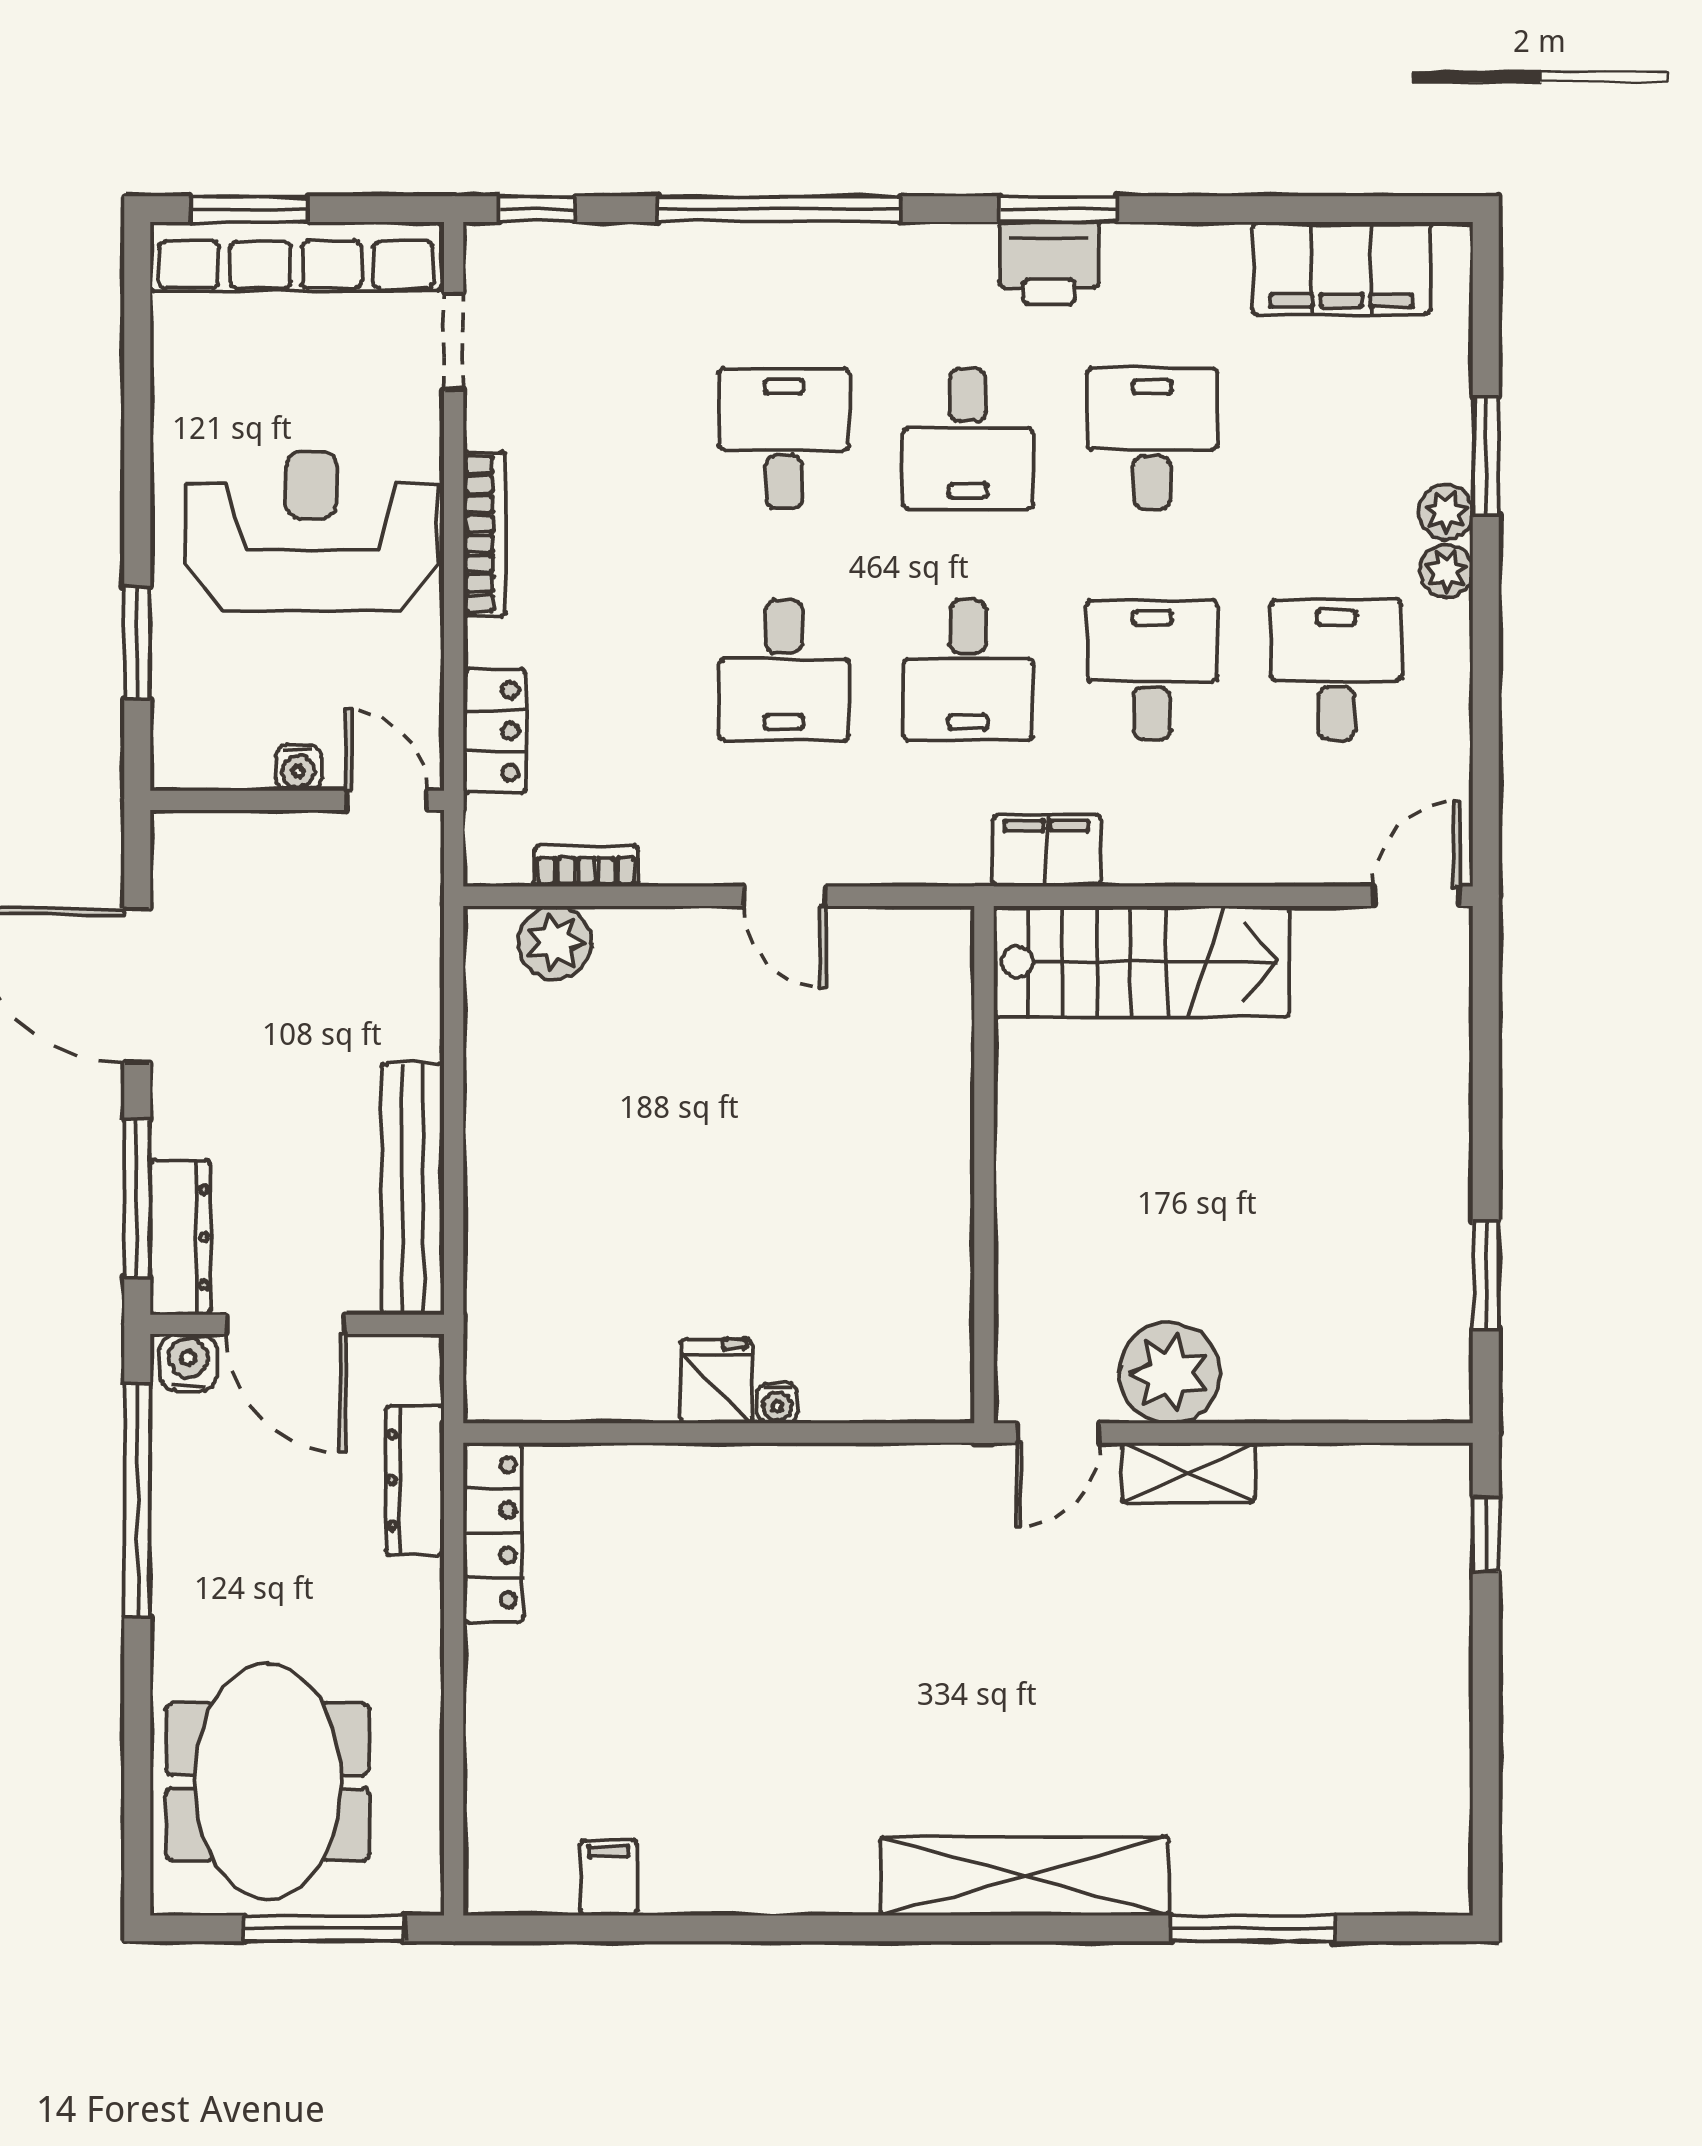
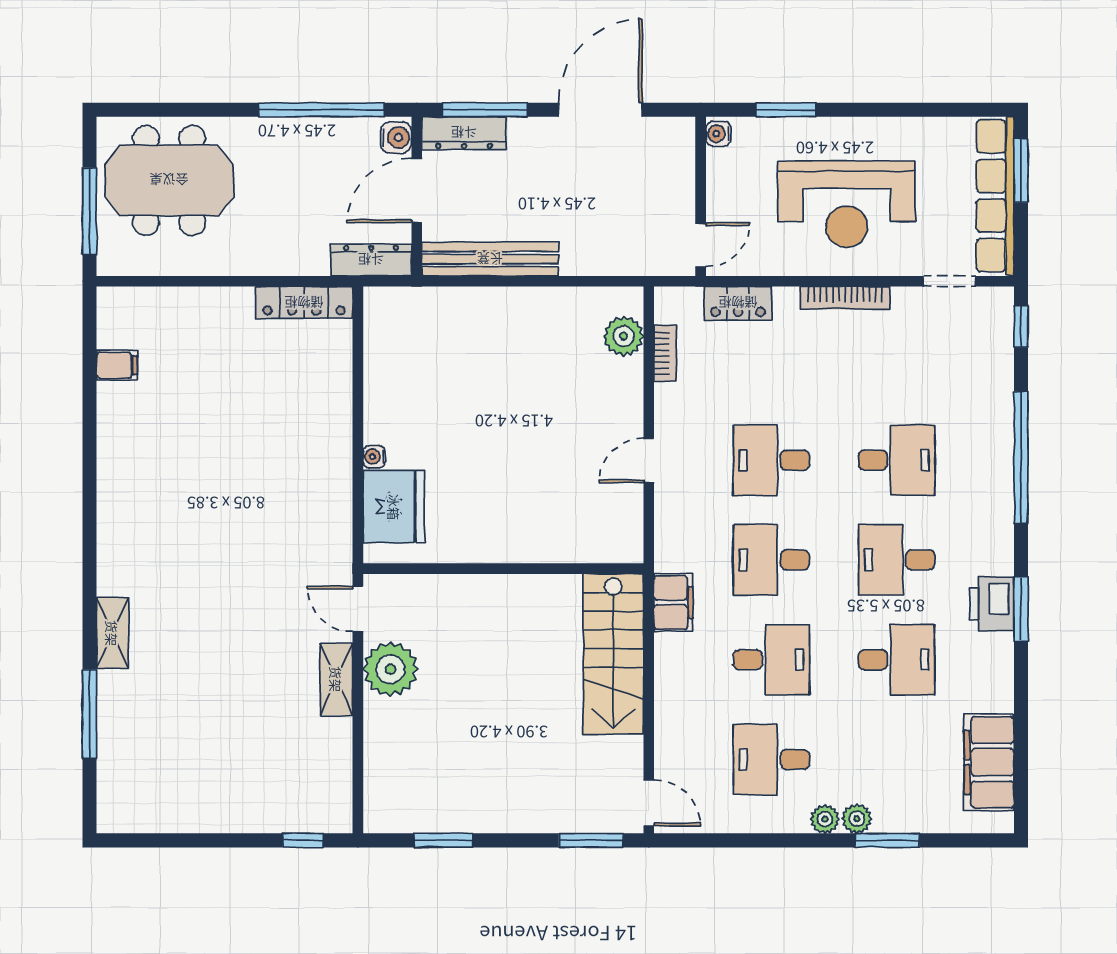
reception desk: (312, 531) -> (847, 204), turned 90
desk: (1336, 670) -> (771, 759), turned 180
water cooler: (298, 768) -> (718, 134), moved
window: (1486, 1003) -> (591, 840), added
fridge: (716, 1381) -> (394, 507), moved, width x1.88, depth x1.34
dresser: (415, 1480) -> (371, 260), moved
shelving: (1024, 1876) -> (112, 633), width x0.45, depth x0.75

